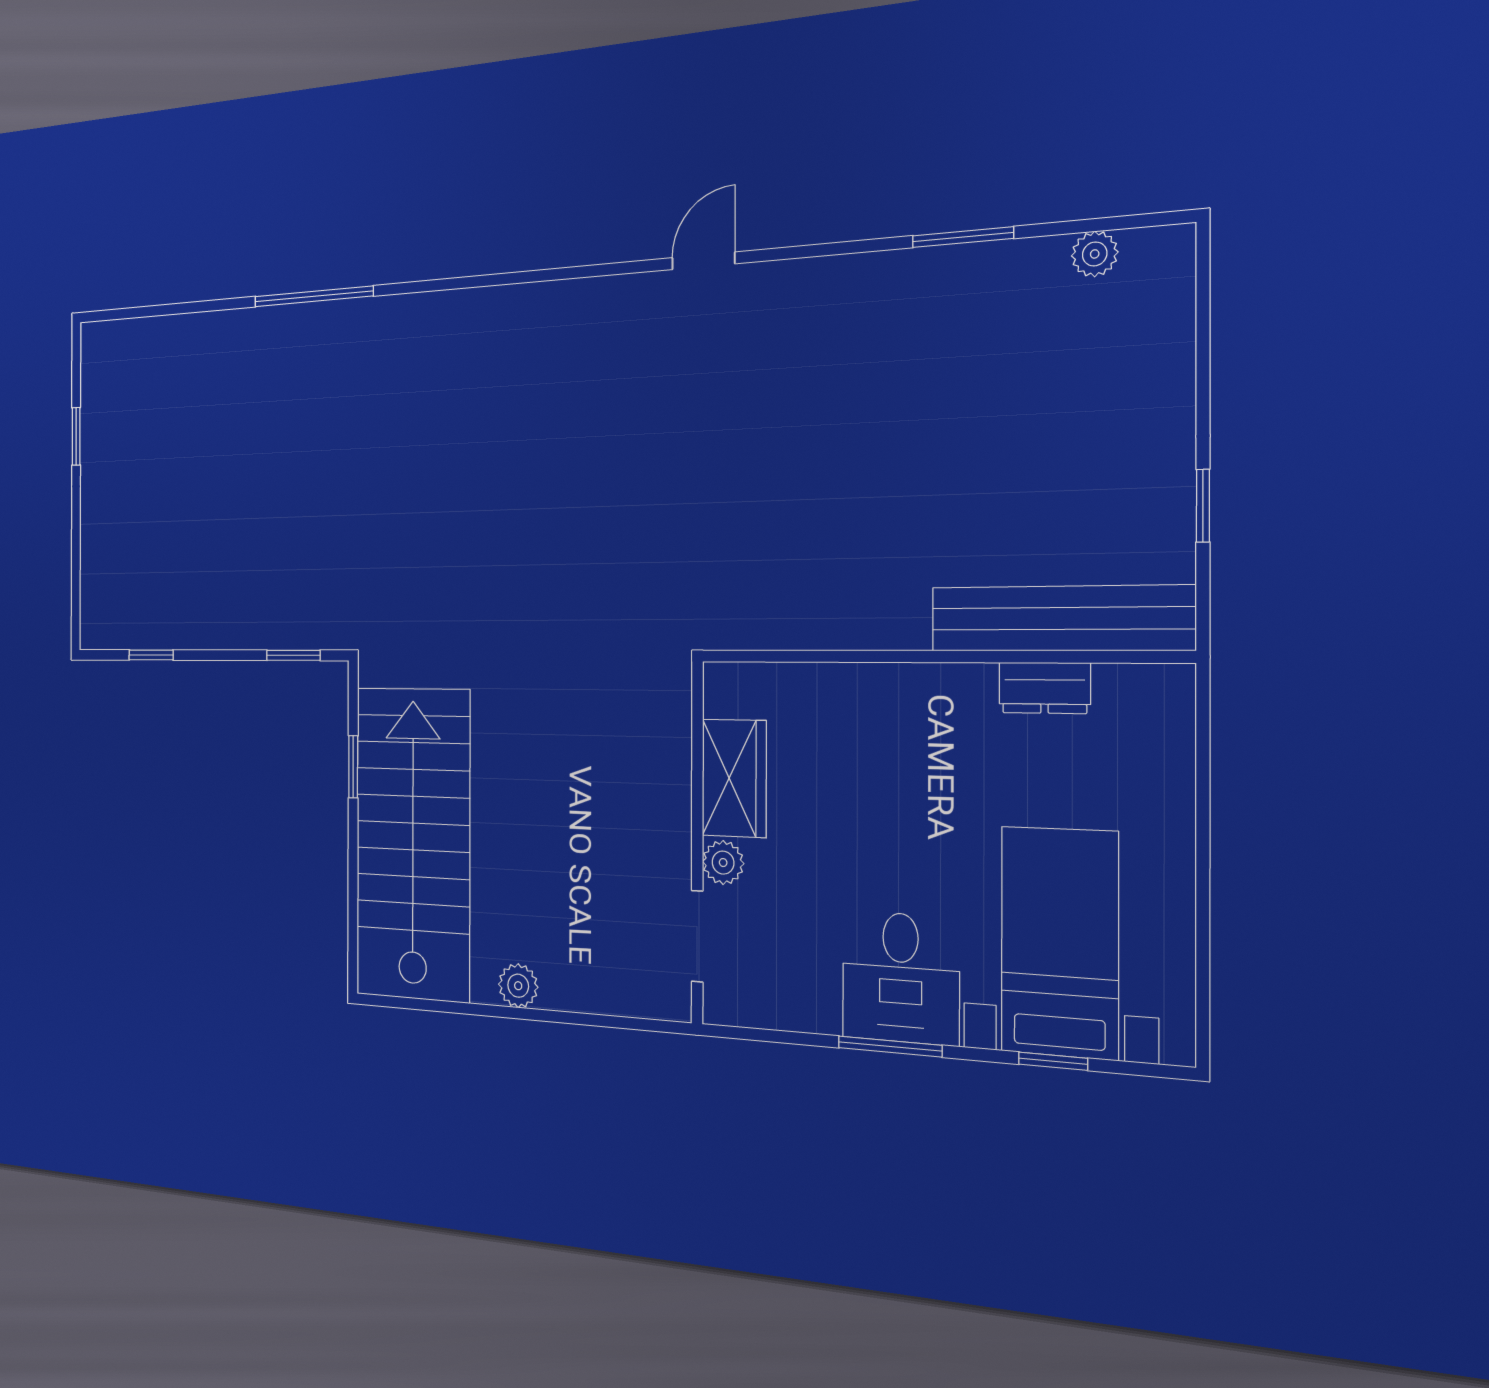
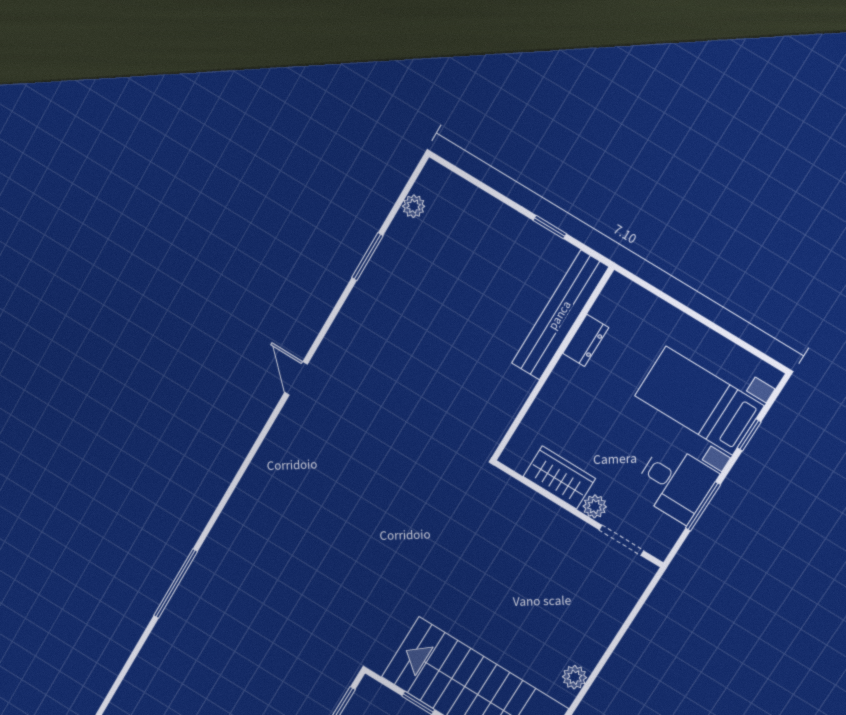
wardrobe: (734, 778) -> (559, 477), moved
wall: (697, 843) -> (578, 514), moved
plant: (723, 863) -> (595, 506), moved
doorway: (697, 936) -> (621, 540), moved

